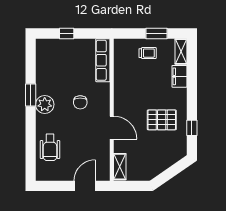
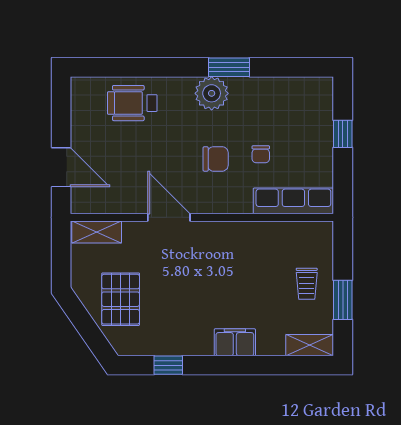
filing cabinet: (179, 76) -> (235, 342), moved
chair: (78, 78) -> (261, 154), added
chair: (80, 102) -> (216, 159), turned 180
pallet: (162, 120) -> (121, 299), moved
door: (112, 128) -> (169, 217), swing flipped

